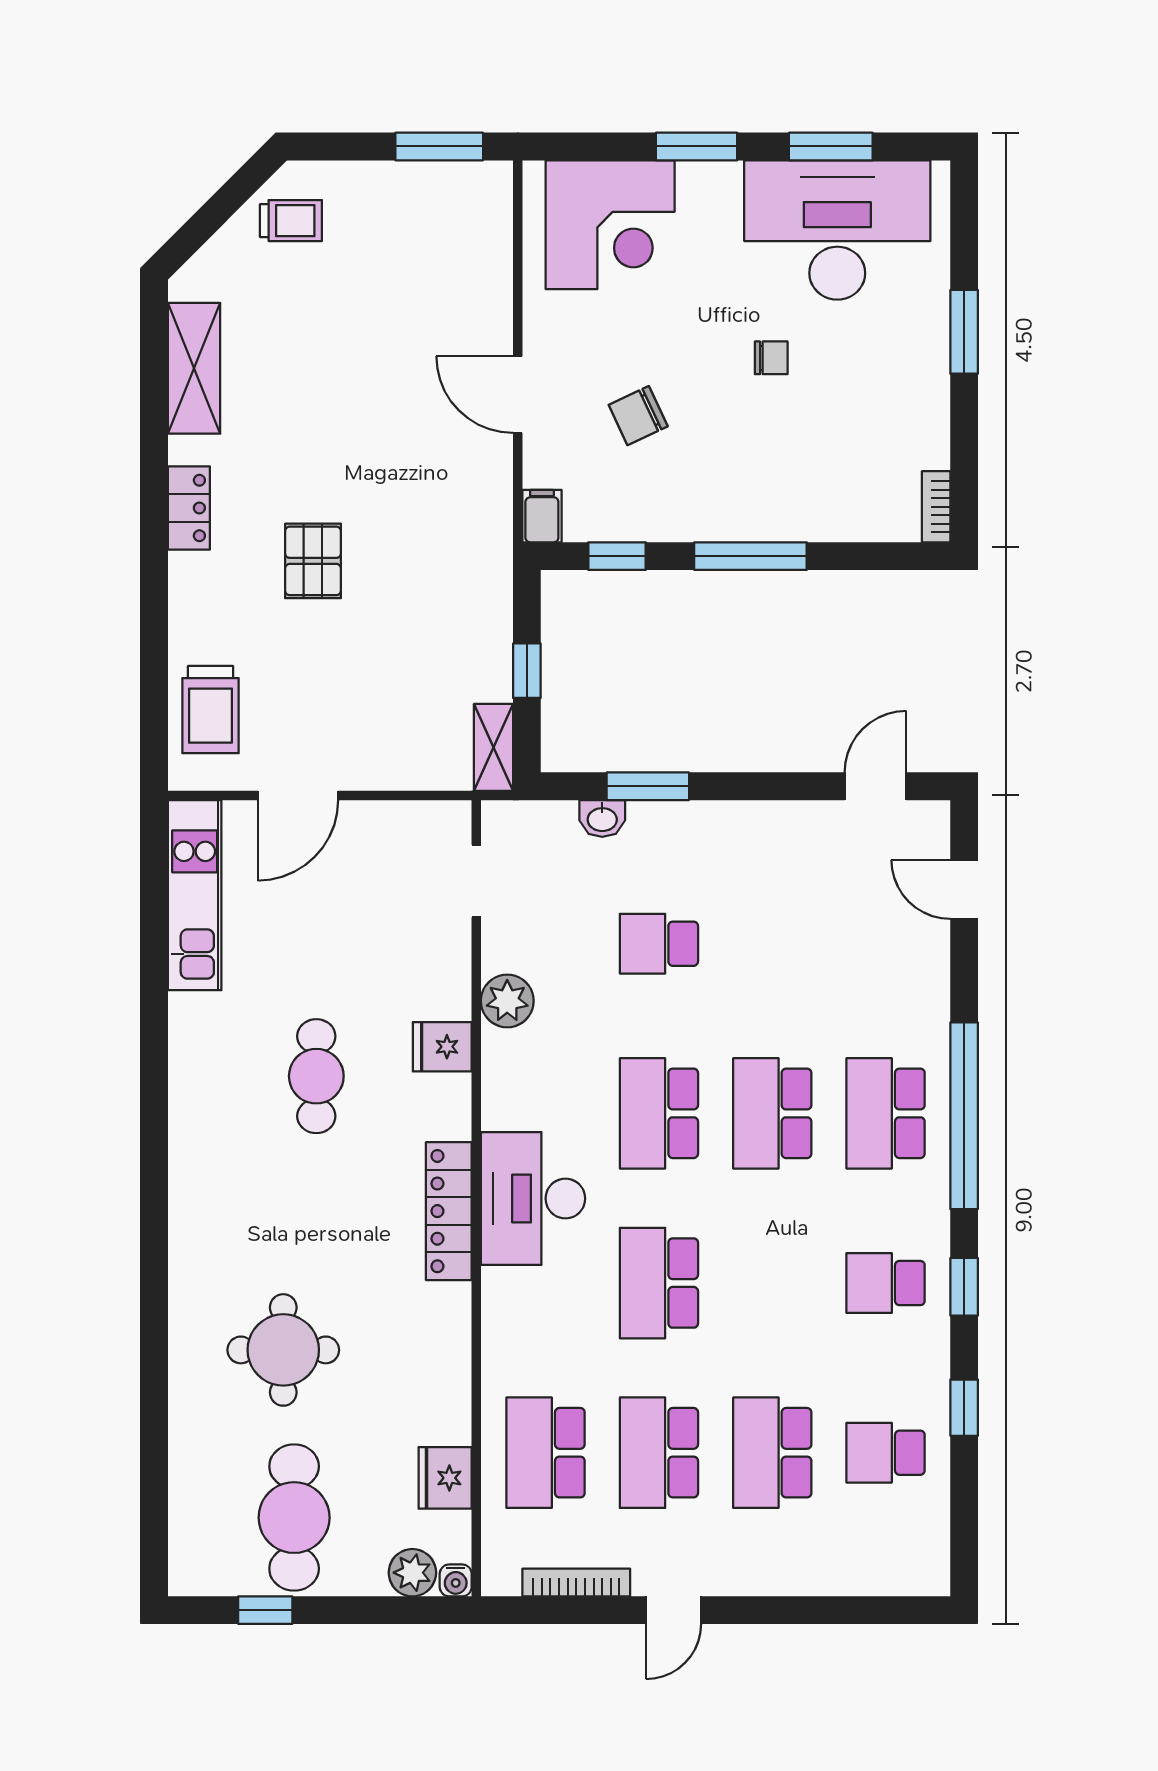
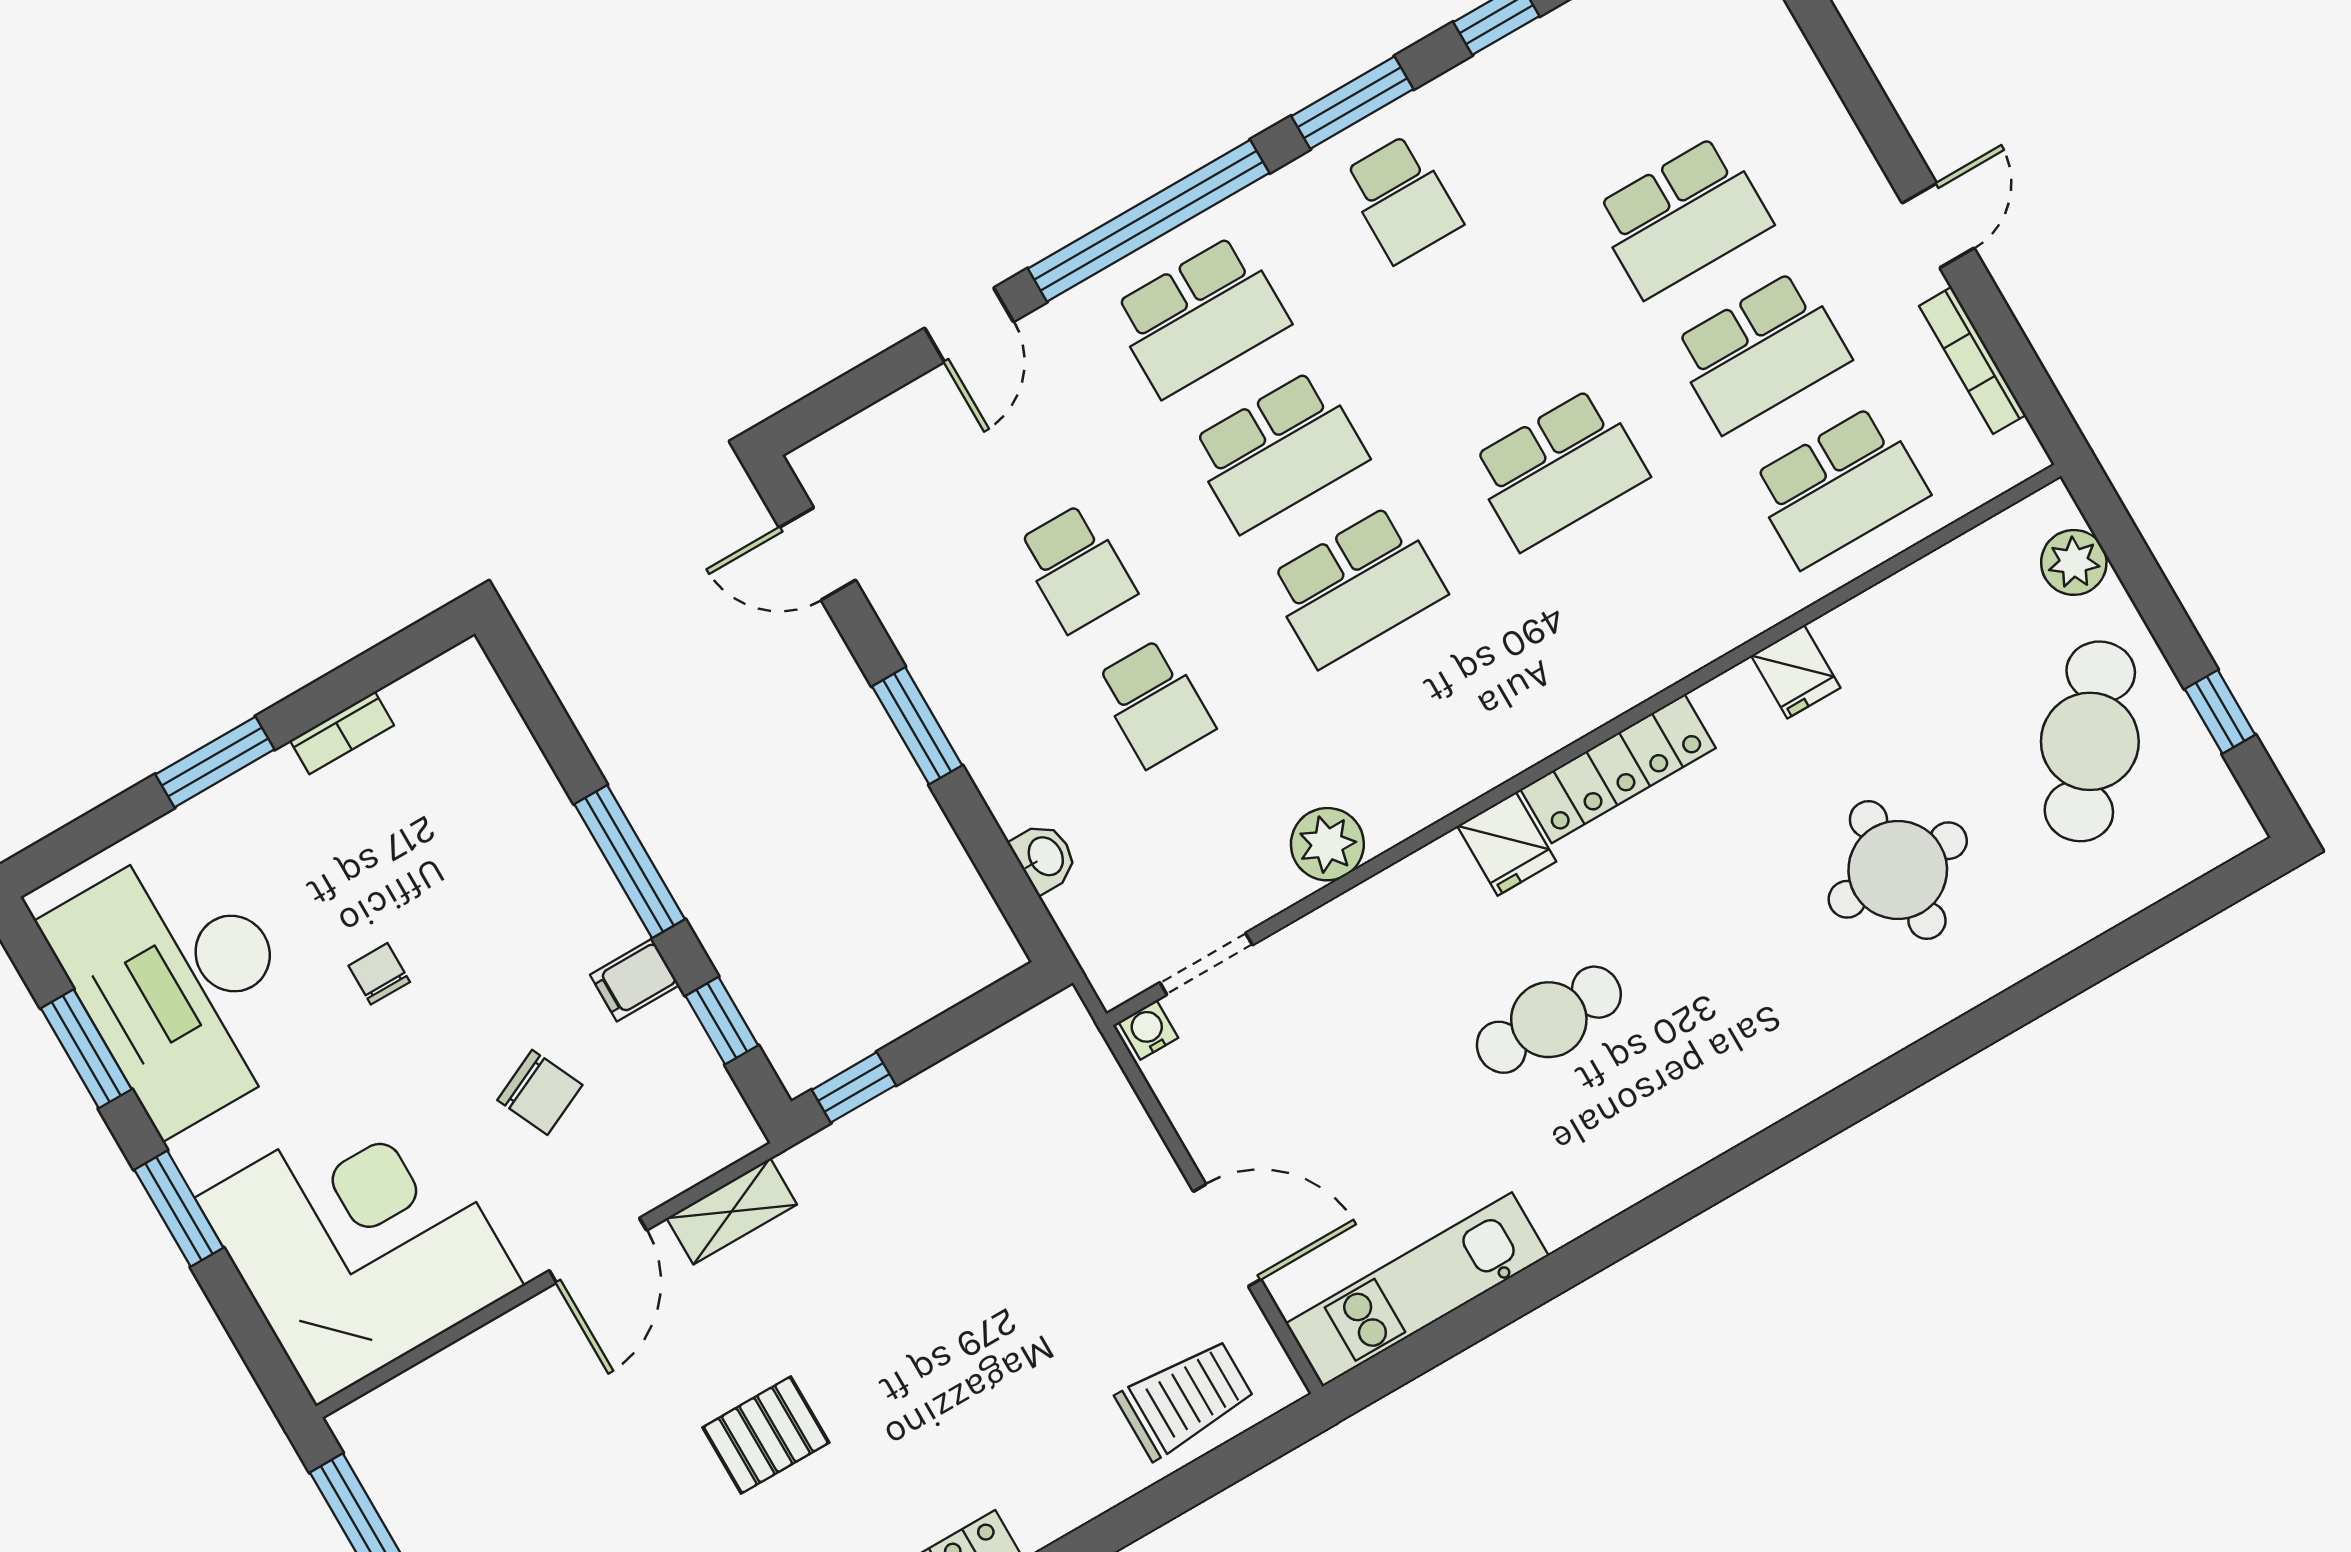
corner desk: (610, 225) -> (359, 1241), width x1.36, depth x1.36
bookcase: (936, 507) -> (342, 733), moved
filing cabinet: (542, 516) -> (635, 980), moved
pallet: (313, 561) -> (766, 1435), moved
window: (527, 671) -> (854, 1087), moved
shelving: (494, 747) -> (732, 1211), moved
window: (648, 786) -> (917, 726), moved
door: (964, 889) -> (969, 325), moved
fridge: (442, 1047) -> (1507, 844), moved
desk: (533, 1199) -> (1545, 677), removed
window: (964, 1287) -> (1352, 103), width x1.50
school desk: (886, 1453) -> (1076, 568), moved
fridge: (445, 1478) -> (1796, 672), moved, width x0.72
cafe table: (294, 1518) -> (2090, 741), turned -51
water cooler: (456, 1580) -> (1148, 1030), moved, turned -90
door: (674, 1610) -> (1938, 225), hinge flipped

